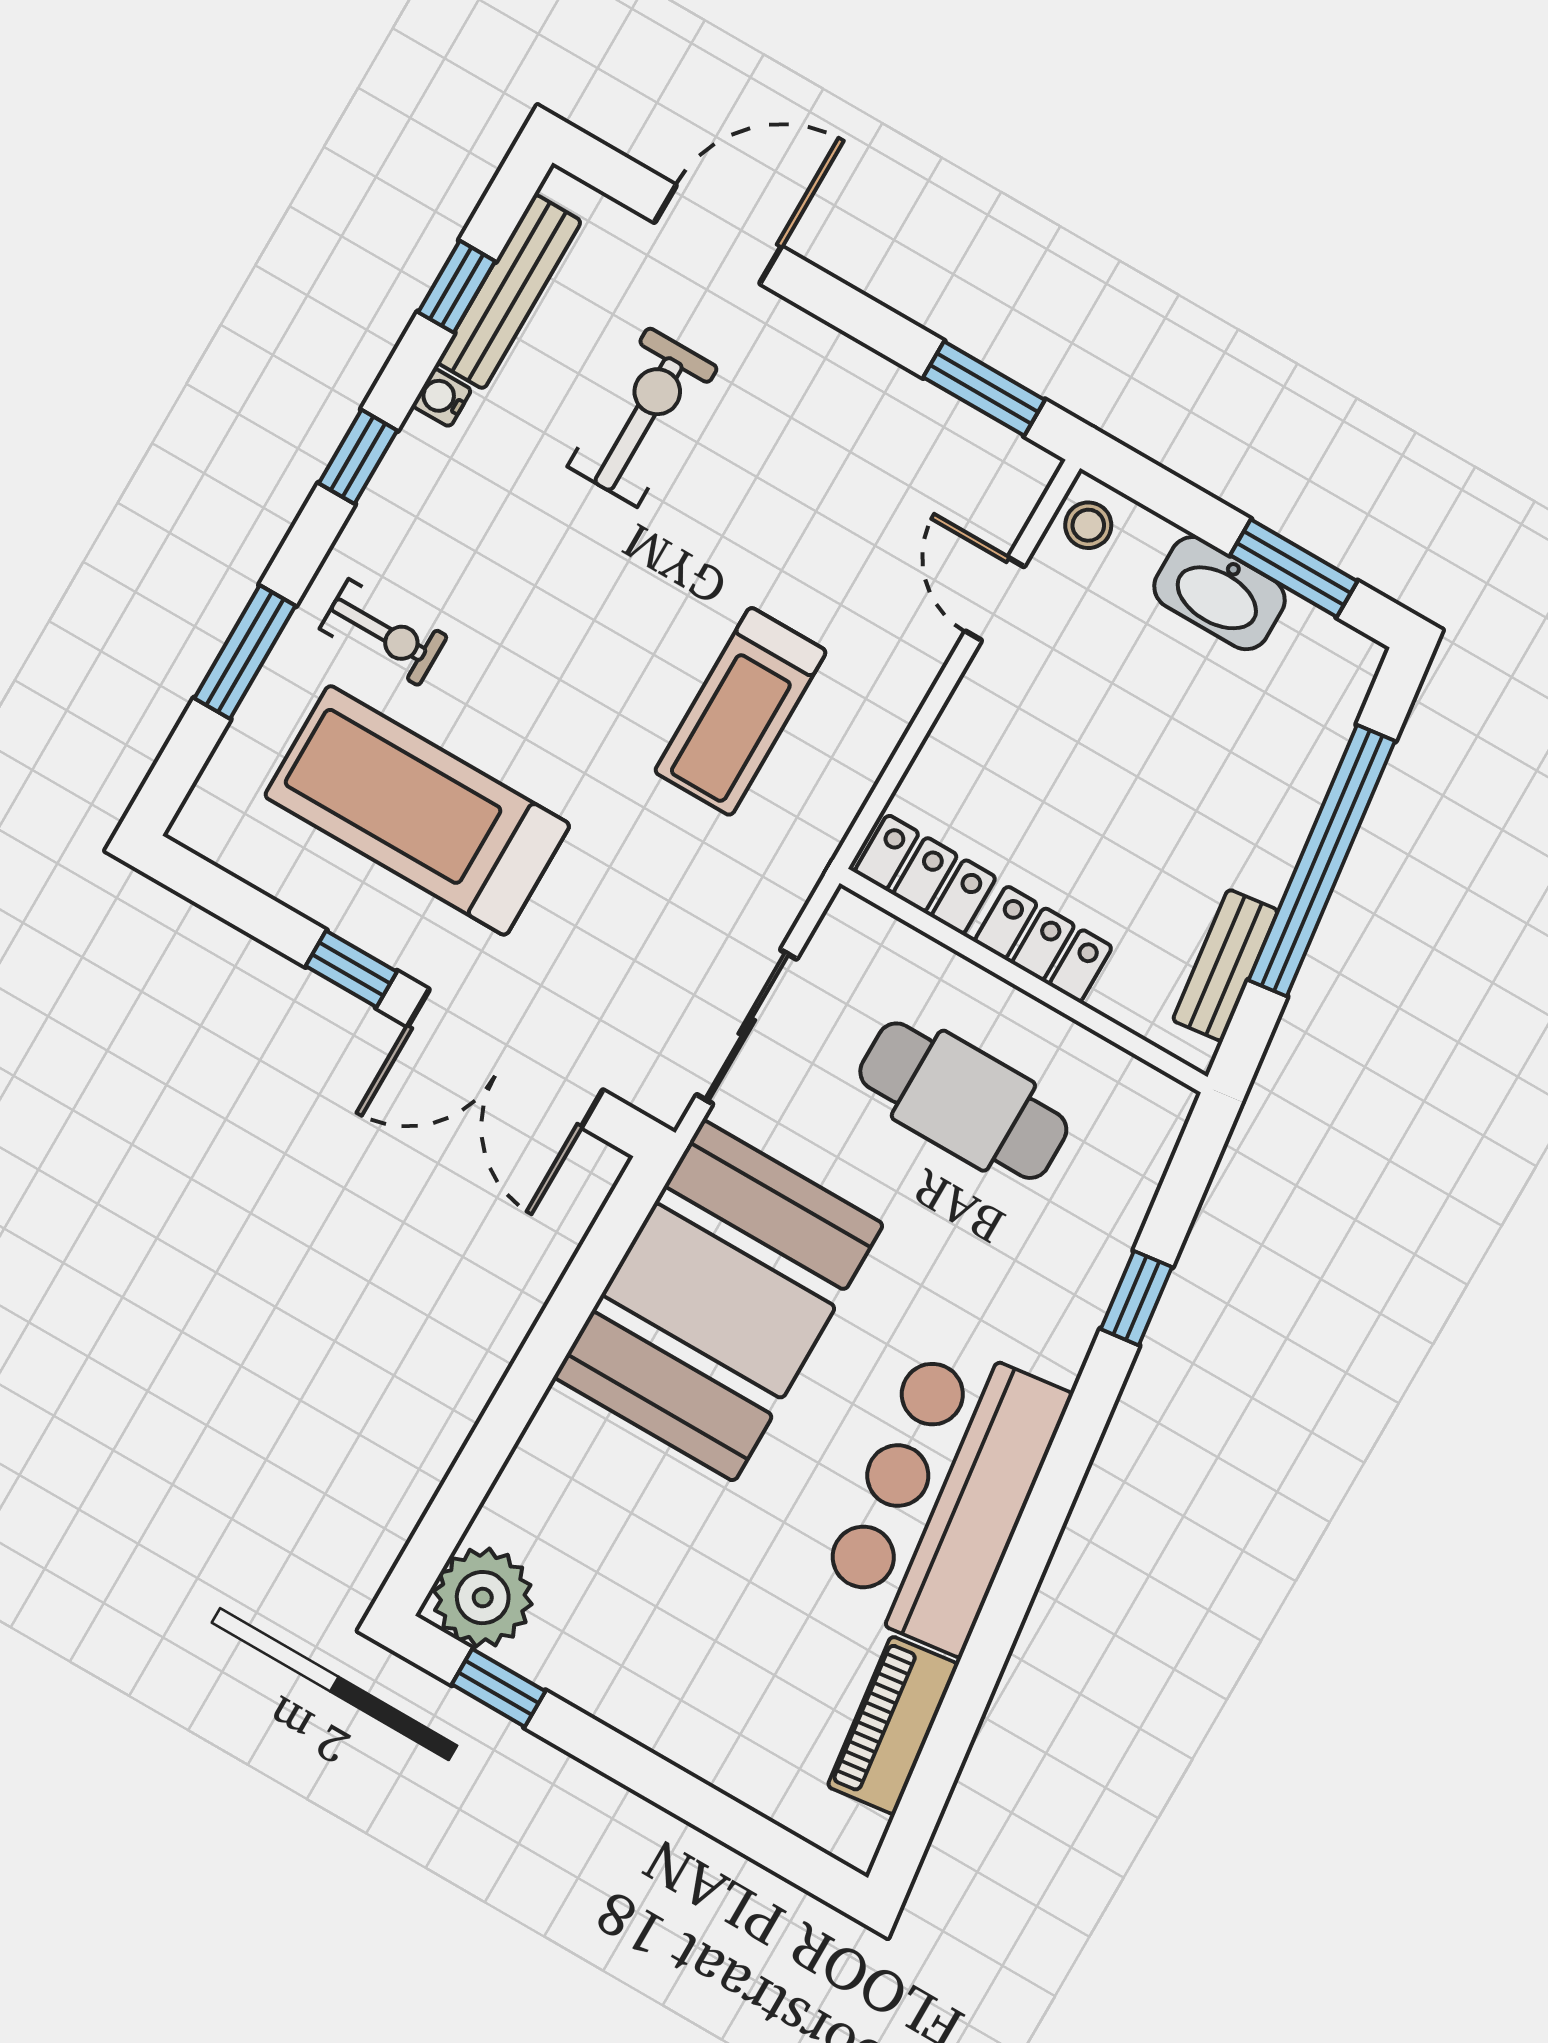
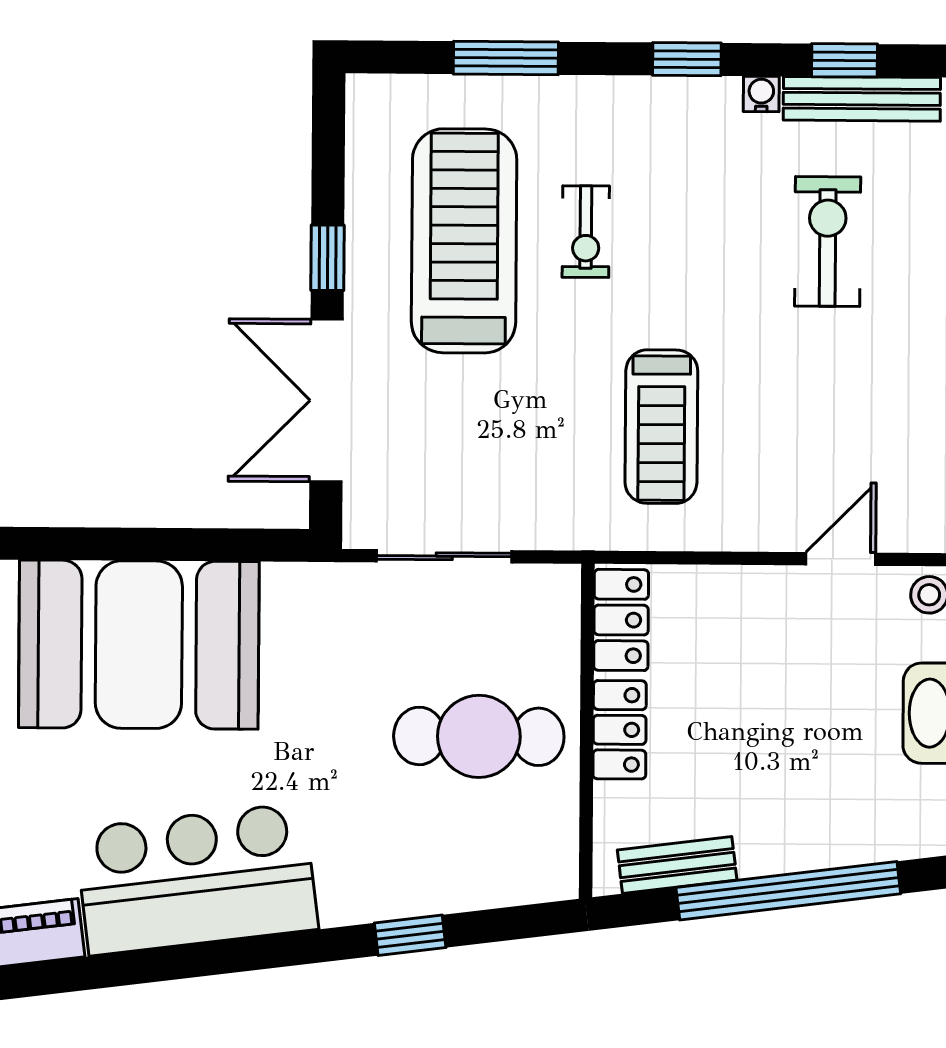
exercise bike: (643, 417) -> (828, 242), turned -90
exercise bike: (384, 632) -> (586, 232), moved
treadmill: (740, 711) -> (661, 427), turned -90
cafe table: (963, 1101) -> (479, 736), turned 90
booth: (719, 1301) -> (139, 645), moved

